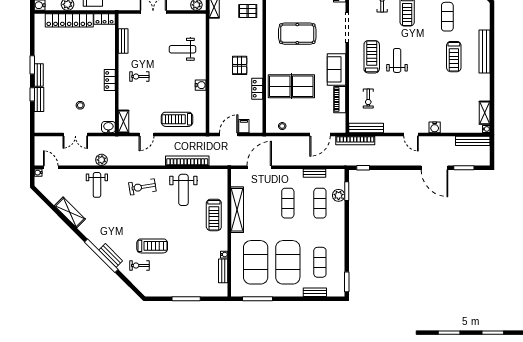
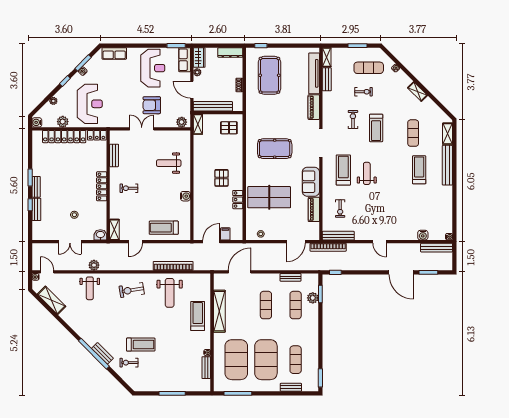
treadmill: (454, 57) -> (419, 170), turned 180
locker: (110, 80) -> (102, 186), width x1.53
shelving: (485, 113) -> (448, 134), moved
water cooler: (435, 127) -> (423, 235), moved
shelving: (70, 212) -> (52, 300), moved
treadmill: (214, 215) -> (198, 316), turned 180

